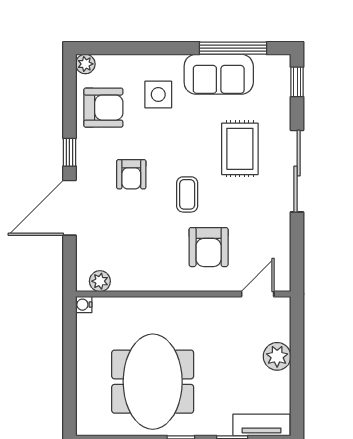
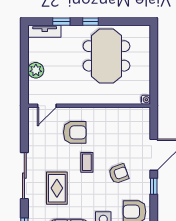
armchair: (131, 174) -> (119, 174), turned 70
armchair: (209, 247) -> (75, 132), turned 90
plant: (100, 281) -> (136, 113), removed

